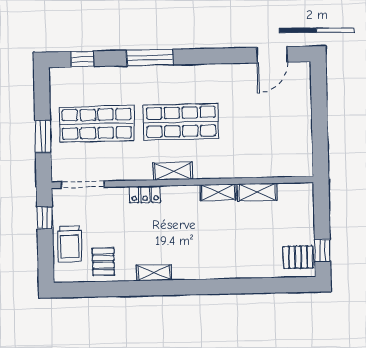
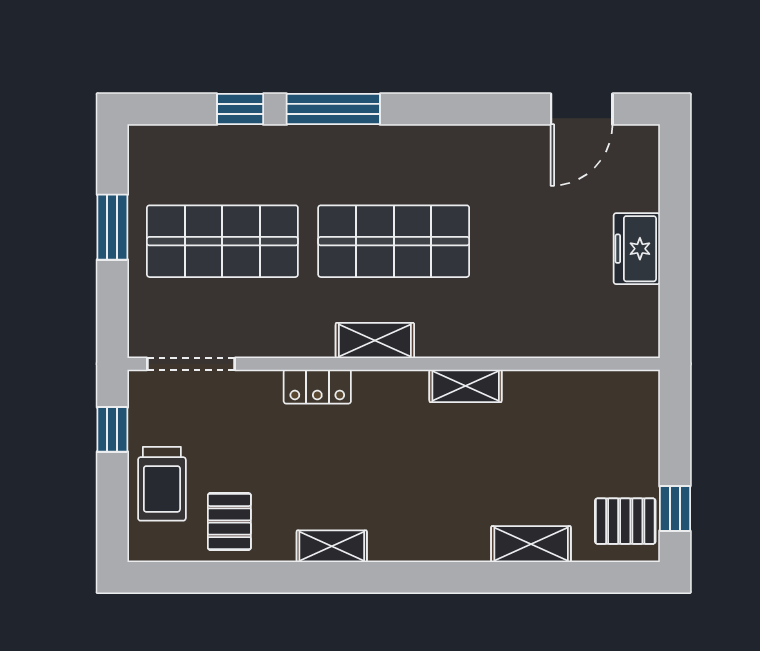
window: (82, 59) -> (240, 109), moved
freezer: (301, 123) -> (637, 249), added
window: (43, 136) -> (112, 227), moved
shelving: (257, 192) -> (531, 544), moved

